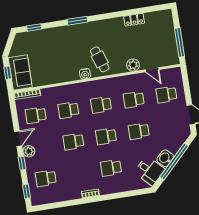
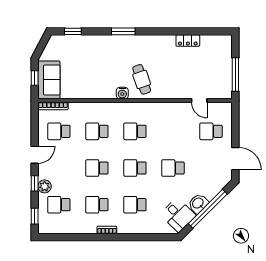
plant: (133, 65) -> (178, 92), removed
school desk: (134, 100) -> (97, 205), moved
plant: (29, 151) -> (45, 186), moved

